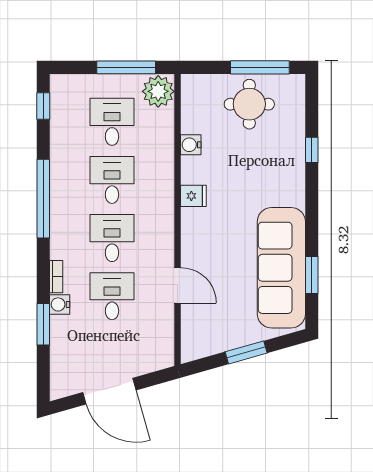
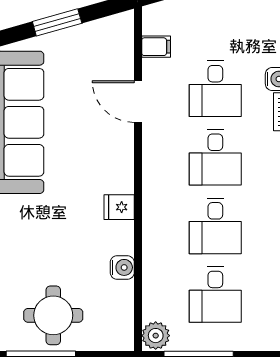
plant: (158, 91) -> (156, 336), width x0.73, depth x0.73
filing cabinet: (162, 332) -> (156, 47), added

